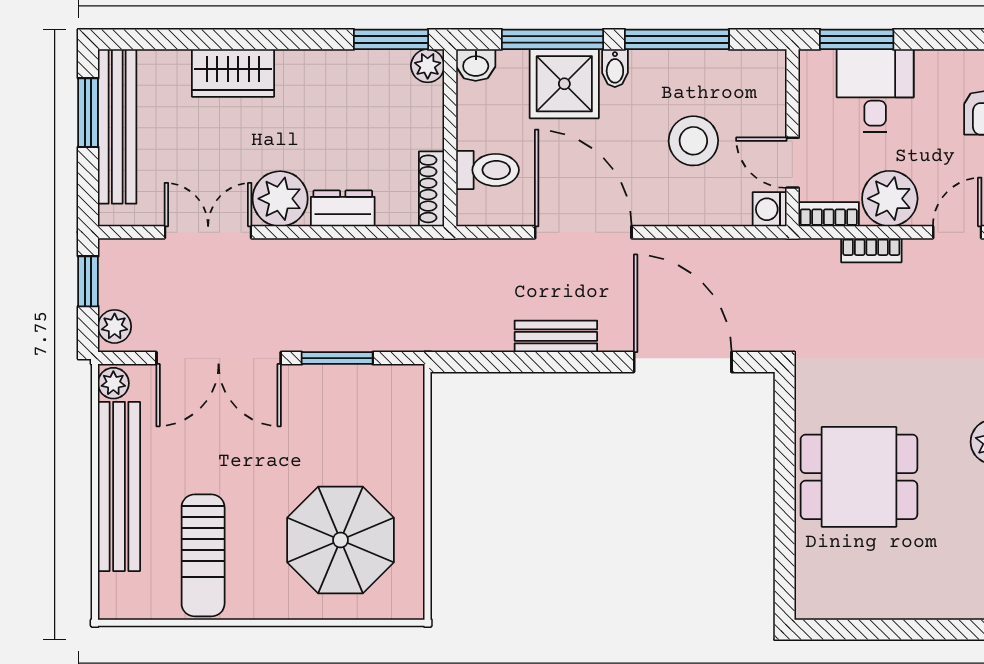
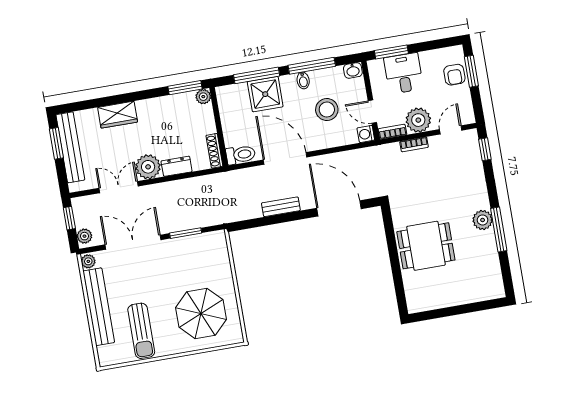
washbasin: (476, 65) -> (353, 70), moved
bidet: (615, 68) -> (303, 80), moved
toilet: (487, 170) -> (241, 155), moved
double door: (219, 358) -> (133, 242), swing flipped

